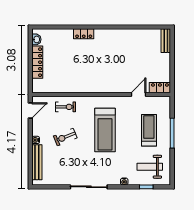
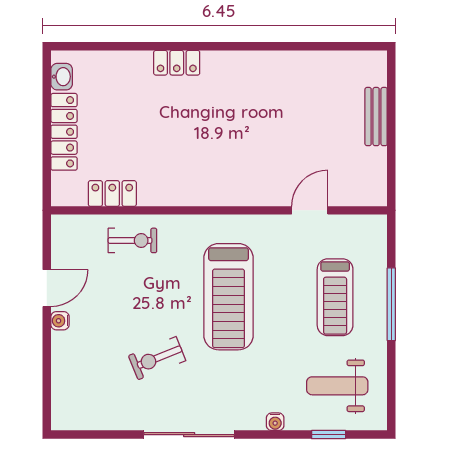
bench: (166, 41) -> (376, 117), moved
locker: (160, 88) -> (112, 193), moved
door: (30, 110) -> (47, 288), moved
treadmill: (149, 130) -> (335, 297), turned 180
exercise bike: (65, 137) -> (157, 358), moved
bench: (37, 162) -> (63, 375), removed

